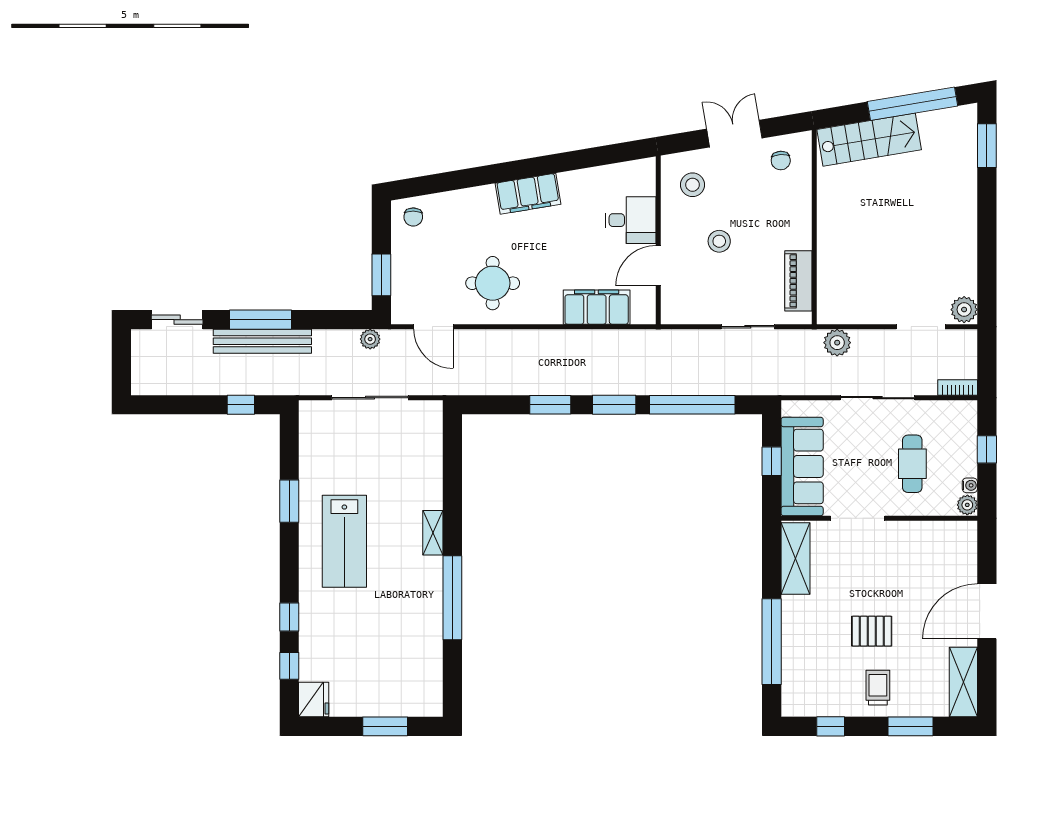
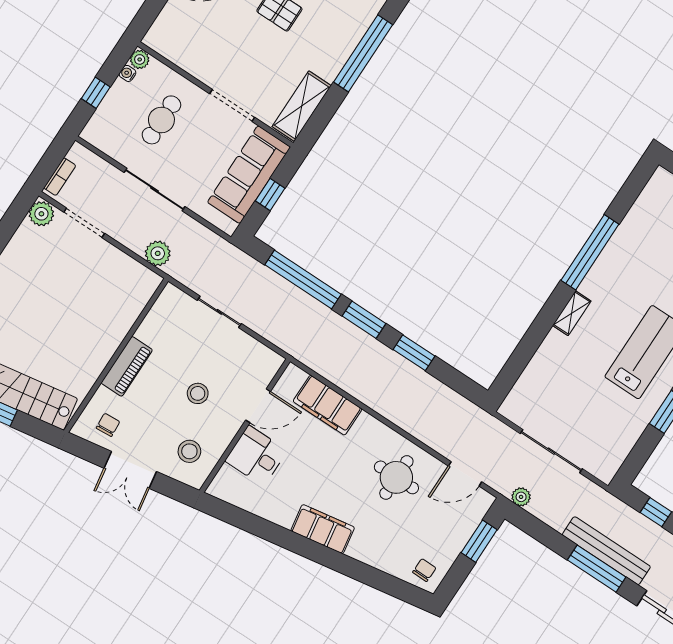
piano: (798, 281) -> (127, 366), moved
door: (433, 327) -> (465, 474), swing flipped
bookcase: (958, 387) -> (60, 177), moved, turned -90

